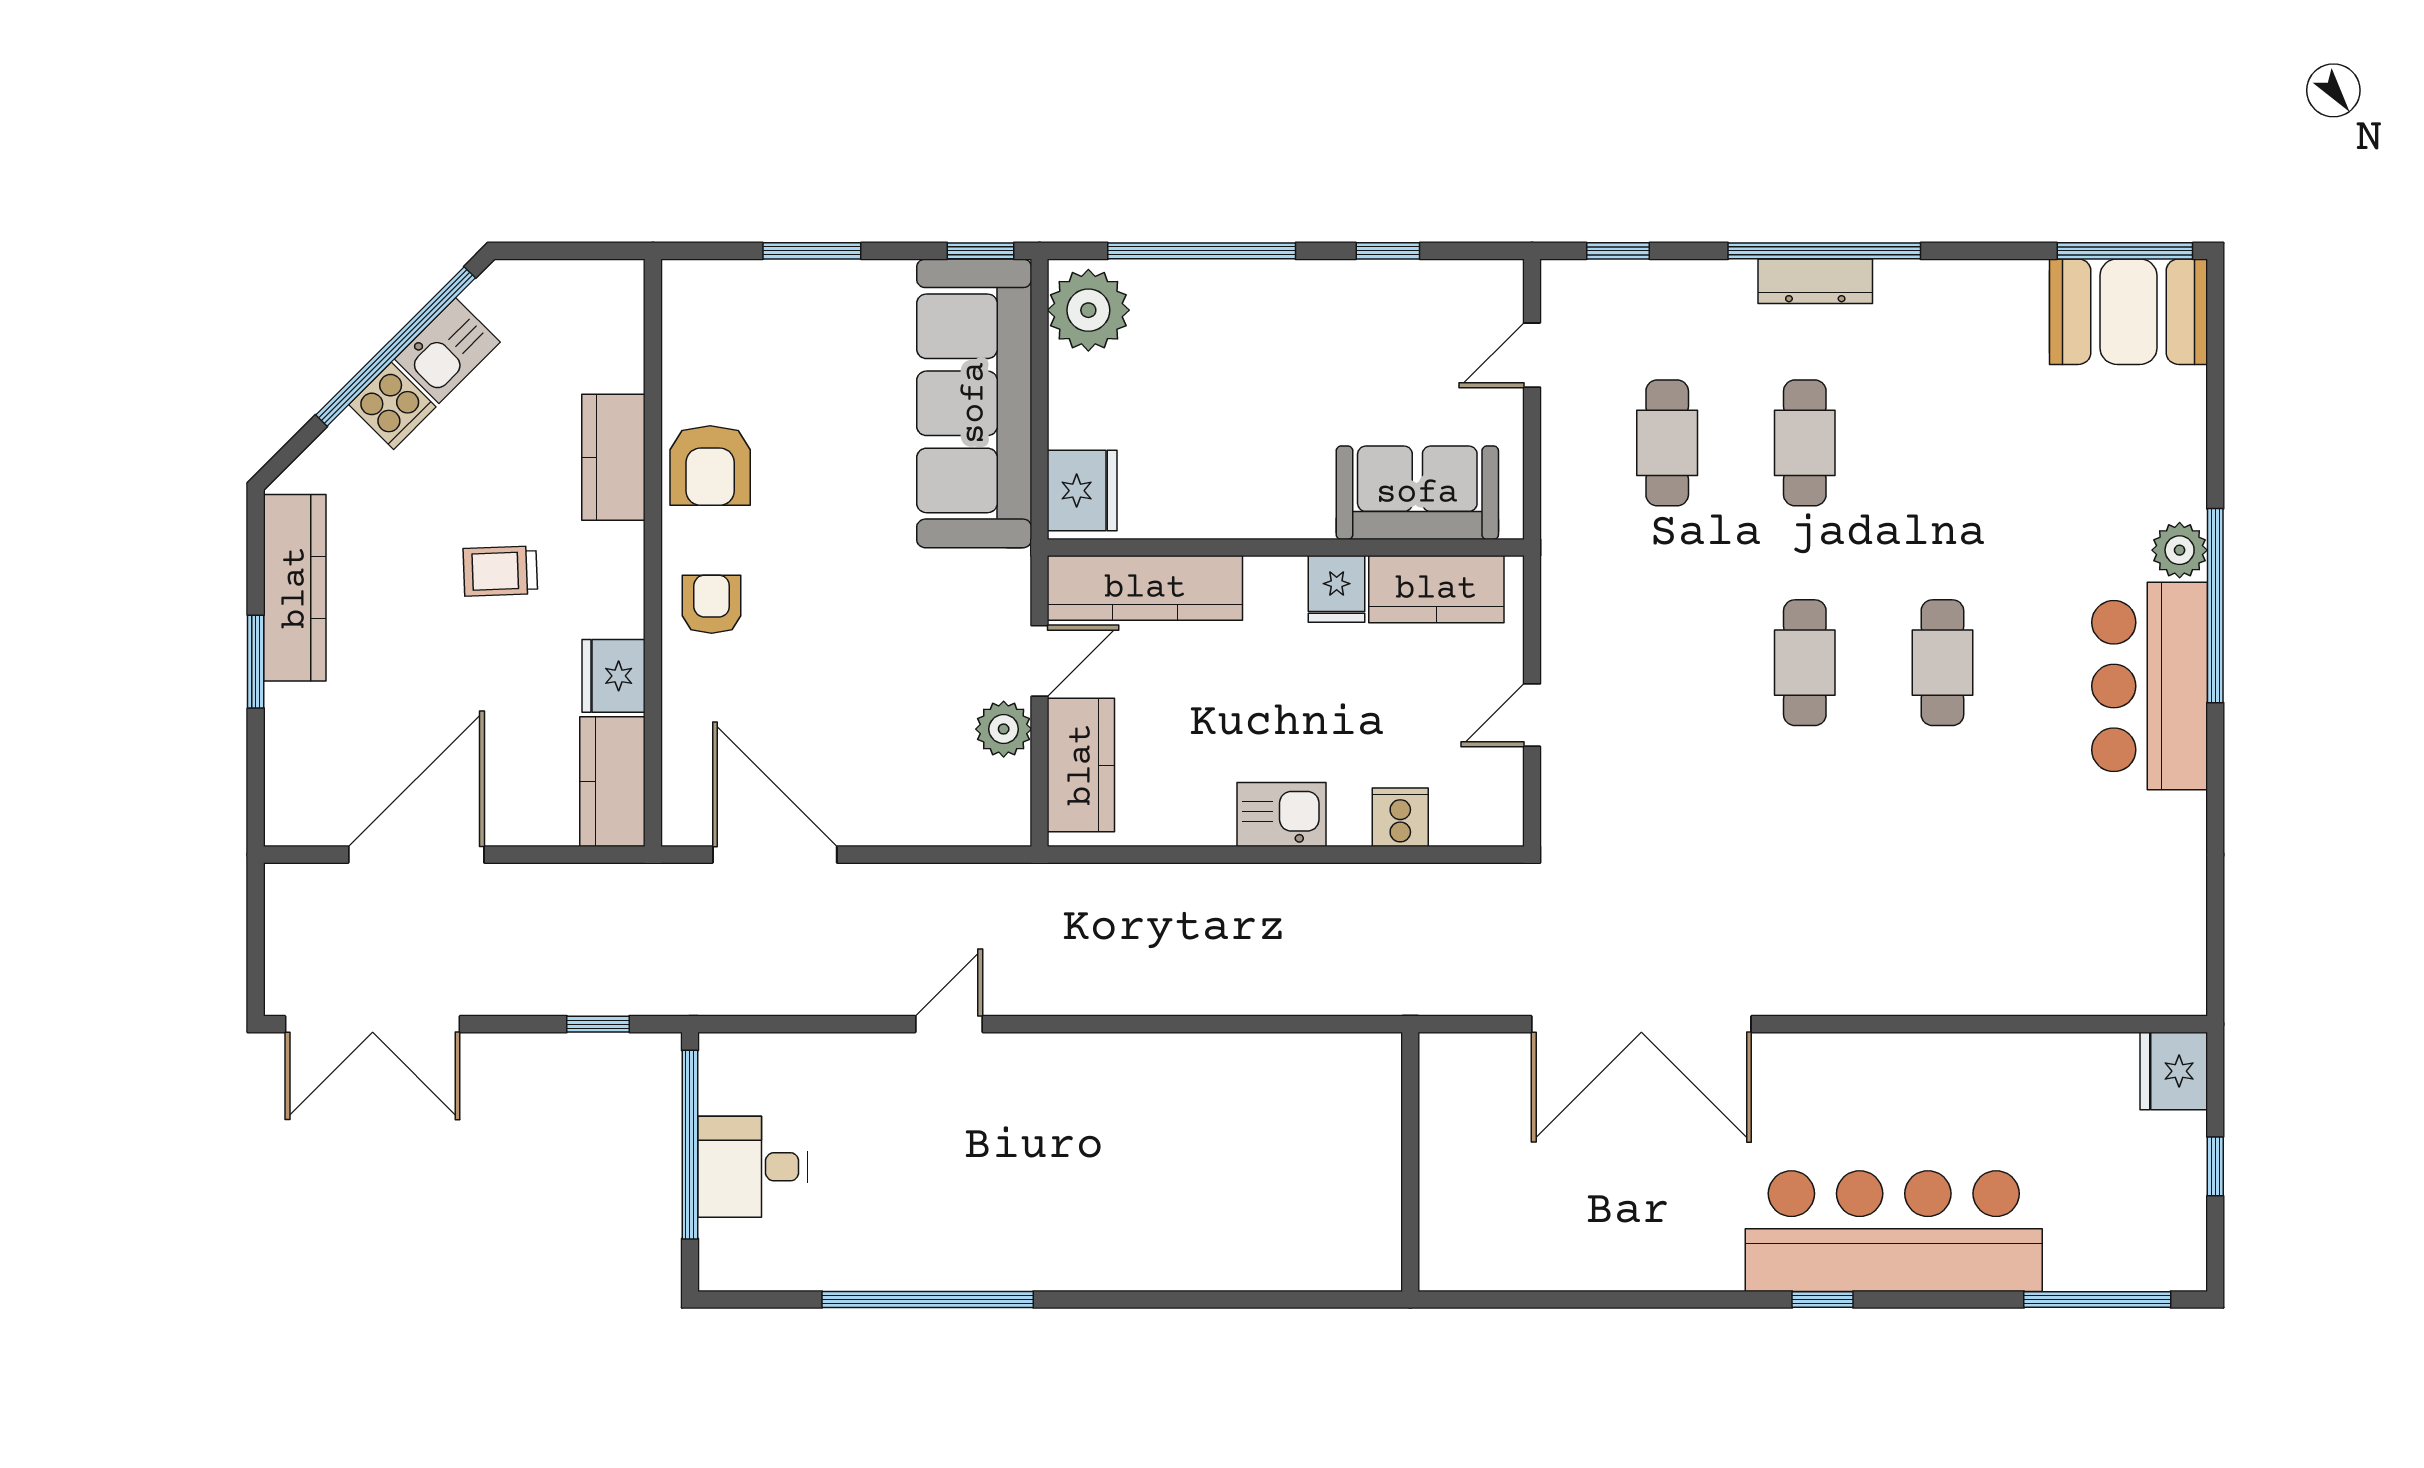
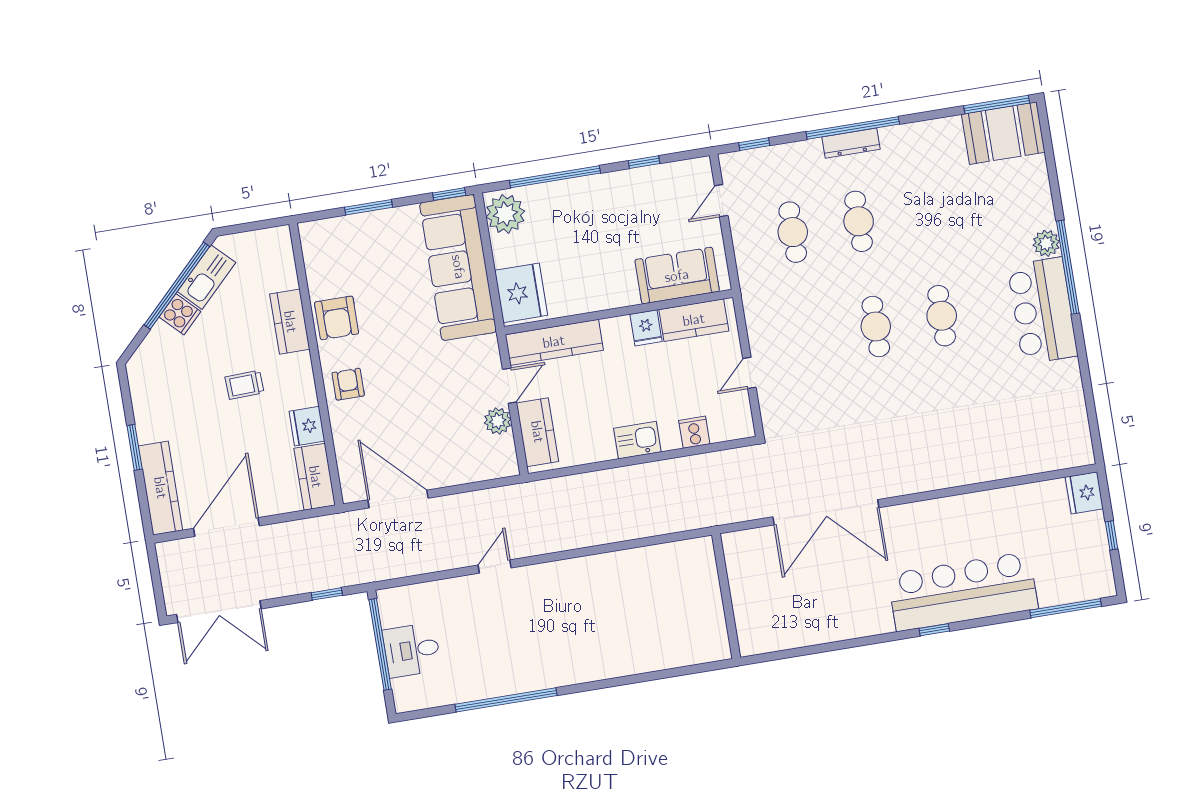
kitchen sink: (447, 351) -> (206, 277), width x1.38
fridge: (1082, 491) -> (521, 293), width x1.36, depth x1.34
kitchen counter: (295, 588) -> (160, 488), moved

